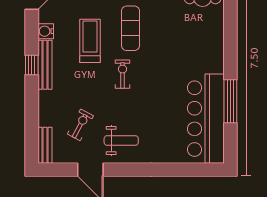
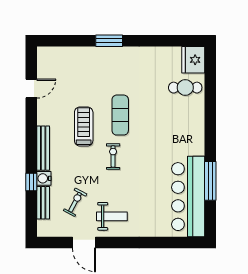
water cooler: (46, 31) -> (44, 178), moved
window: (32, 65) -> (31, 182), moved
bench: (45, 145) -> (43, 203), moved

